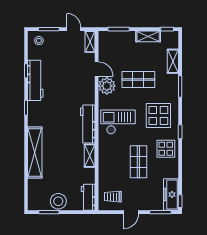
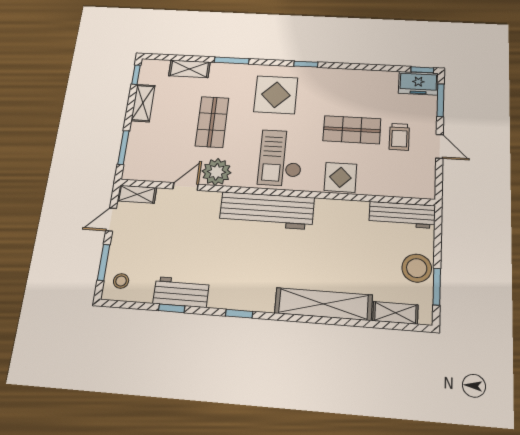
workbench: (35, 80) -> (181, 292), width x0.73
workbench: (88, 124) -> (267, 211), width x1.36, depth x1.32
display table: (166, 149) -> (340, 177), moved
shelving: (90, 156) -> (395, 313), moved
freezer: (171, 195) -> (418, 83), width x0.71
workbench: (88, 197) -> (402, 215), width x1.38
trolley: (113, 197) -> (399, 137), moved

